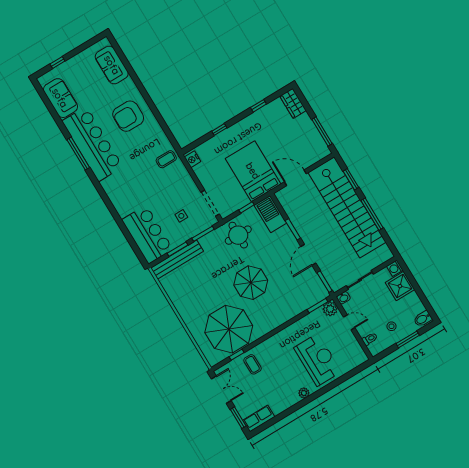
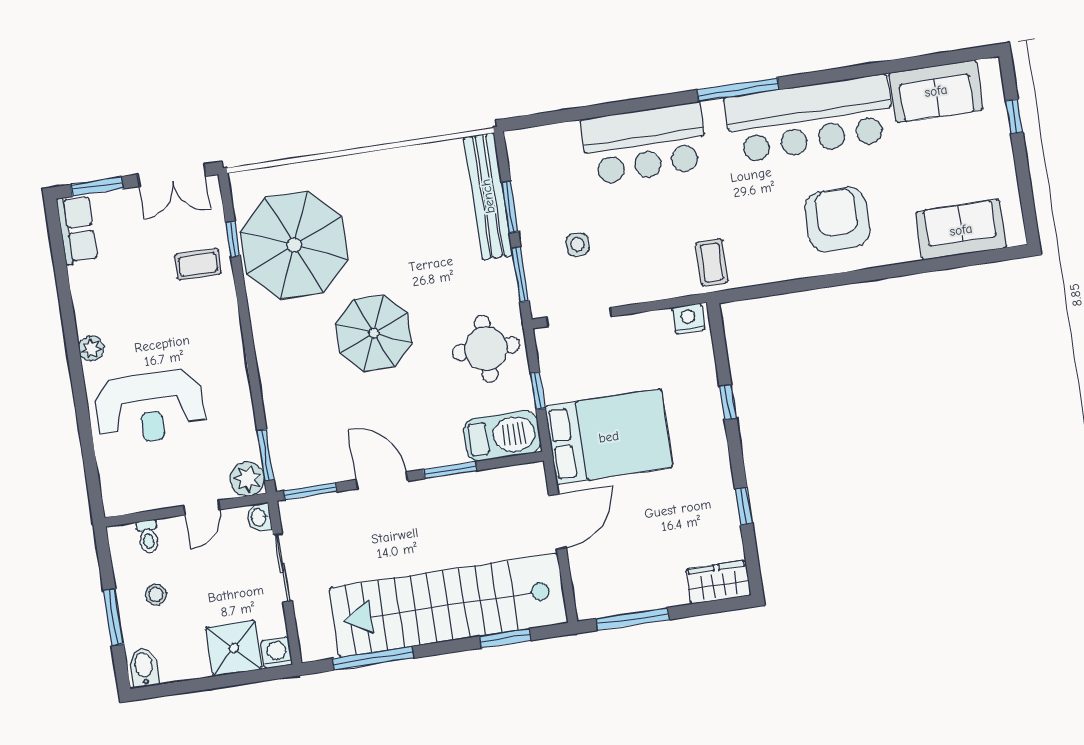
window: (78, 154) -> (738, 90), moved
window: (372, 214) -> (373, 658), moved
bar counter: (147, 235) -> (645, 144), moved

